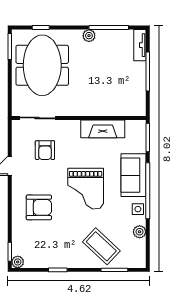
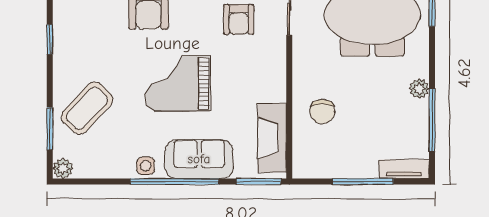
chair: (103, 97) -> (322, 112), added
fireplace: (103, 129) -> (272, 138), moved
armchair: (45, 150) -> (239, 19), turned -90
plant: (140, 232) -> (63, 168), moved

